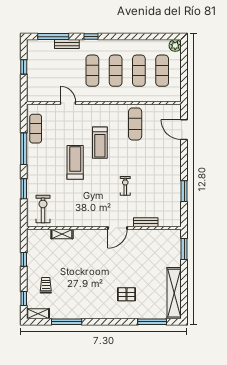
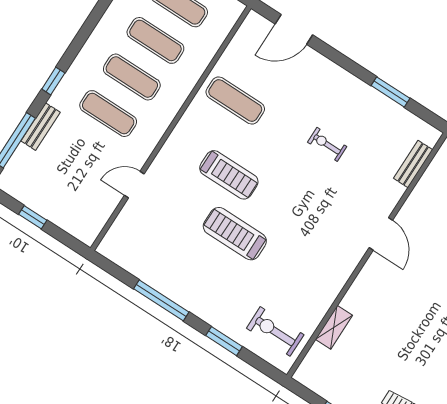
exercise mat: (36, 129) -> (142, 261), removed
exercise bike: (125, 186) -> (327, 144), moved
bench: (146, 222) -> (413, 164), moved

